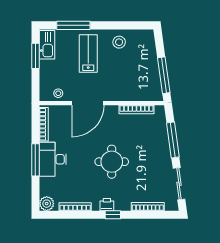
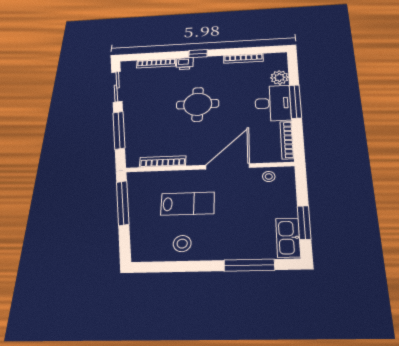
lab bench: (88, 54) -> (188, 204), moved, turned -90
plant: (47, 204) -> (279, 77), moved
printer: (107, 205) -> (185, 64), moved

